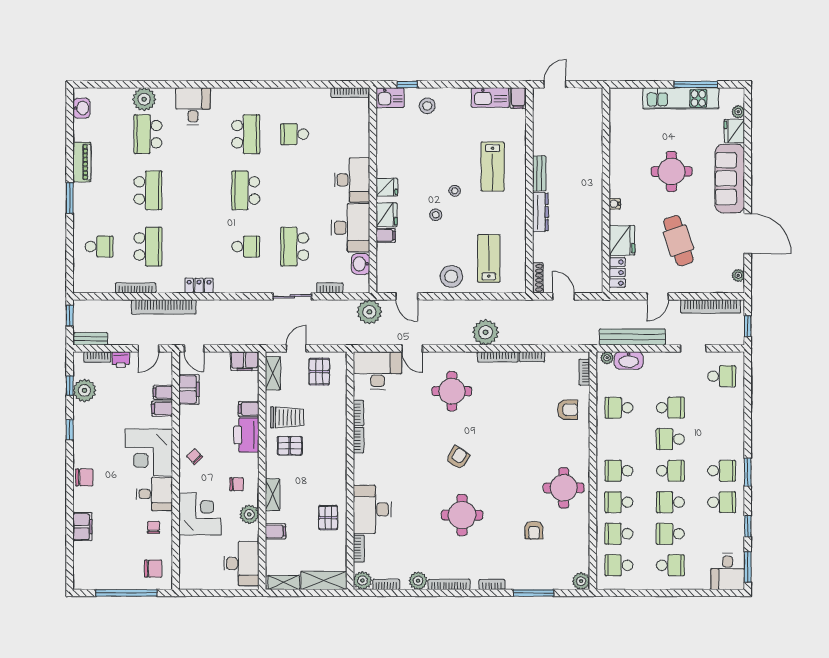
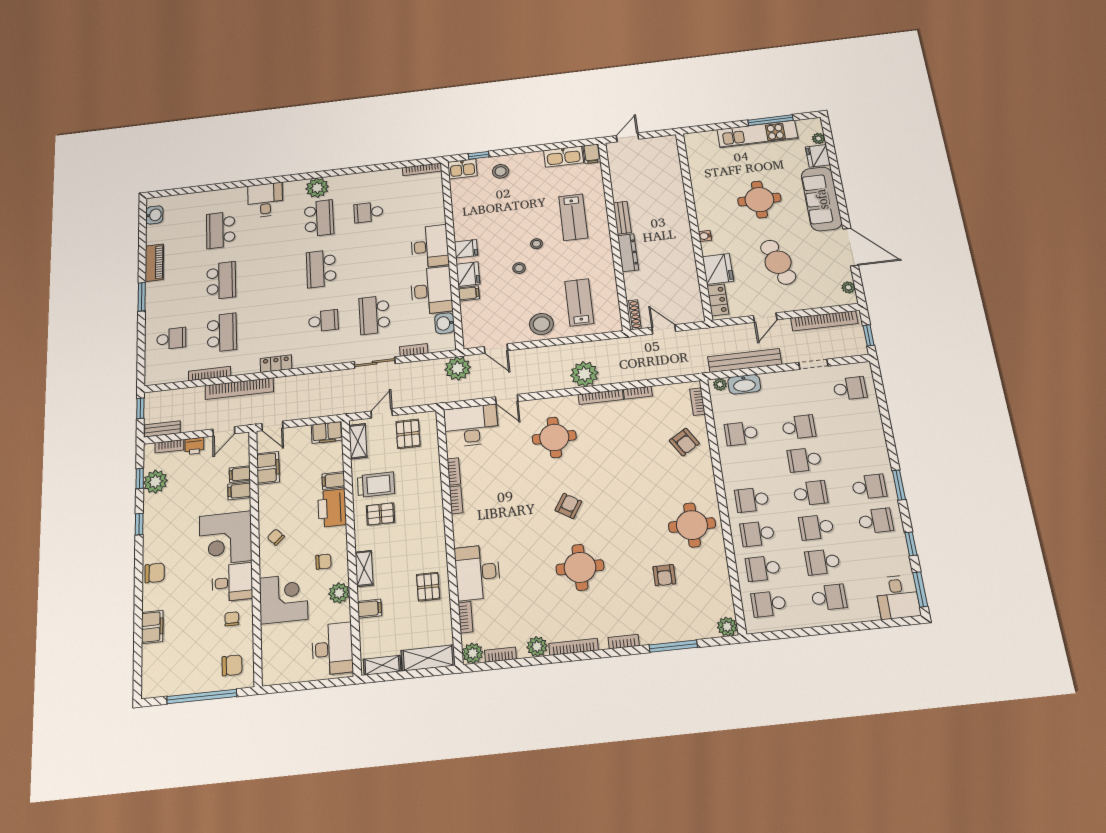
plant: (144, 99) -> (317, 188), moved
armchair: (567, 410) -> (684, 442), turned 58

